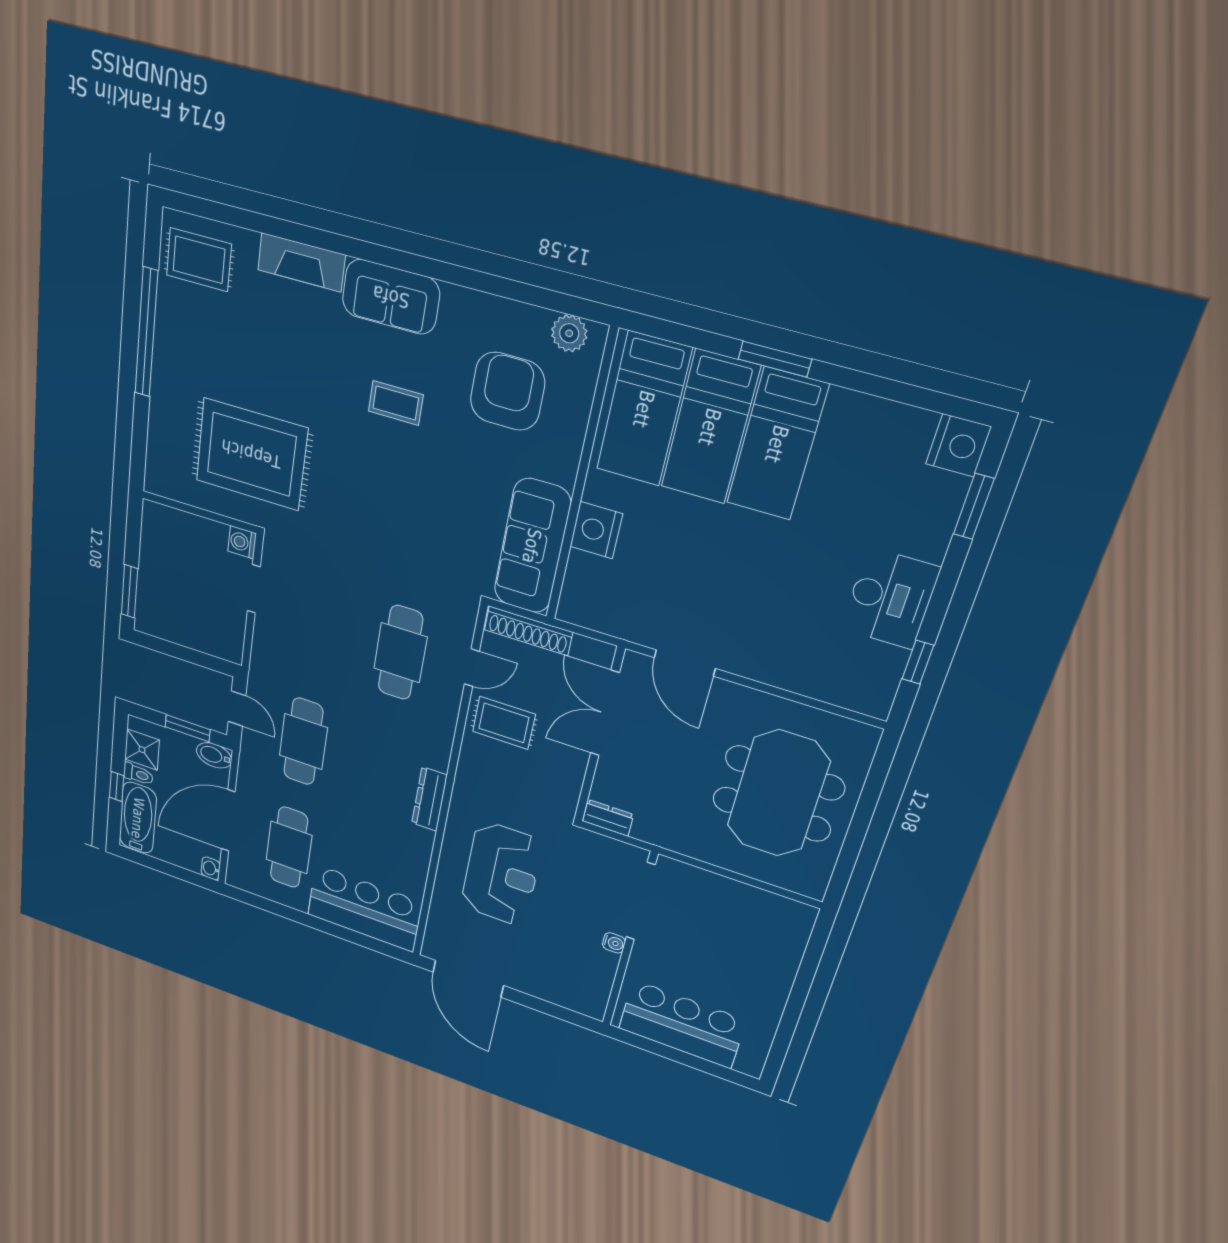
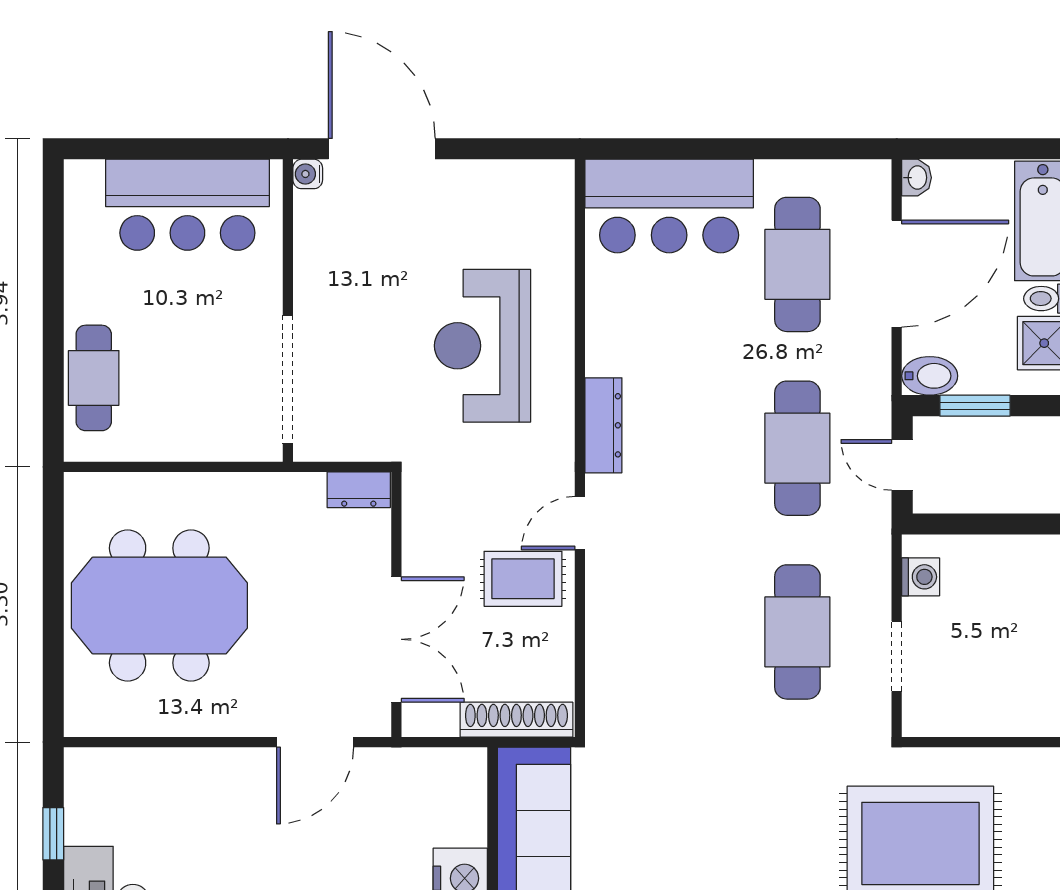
washing machine: (242, 542) -> (921, 577), moved
cafe table: (400, 653) -> (797, 632), moved
door: (685, 663) -> (315, 742), swing flipped
door: (472, 668) -> (580, 523), moved
meeting table: (778, 794) -> (159, 605), turned 90
water cooler: (614, 943) -> (308, 174), moved
cafe table: (781, 951) -> (94, 378), added
door: (468, 979) -> (382, 149), moved

